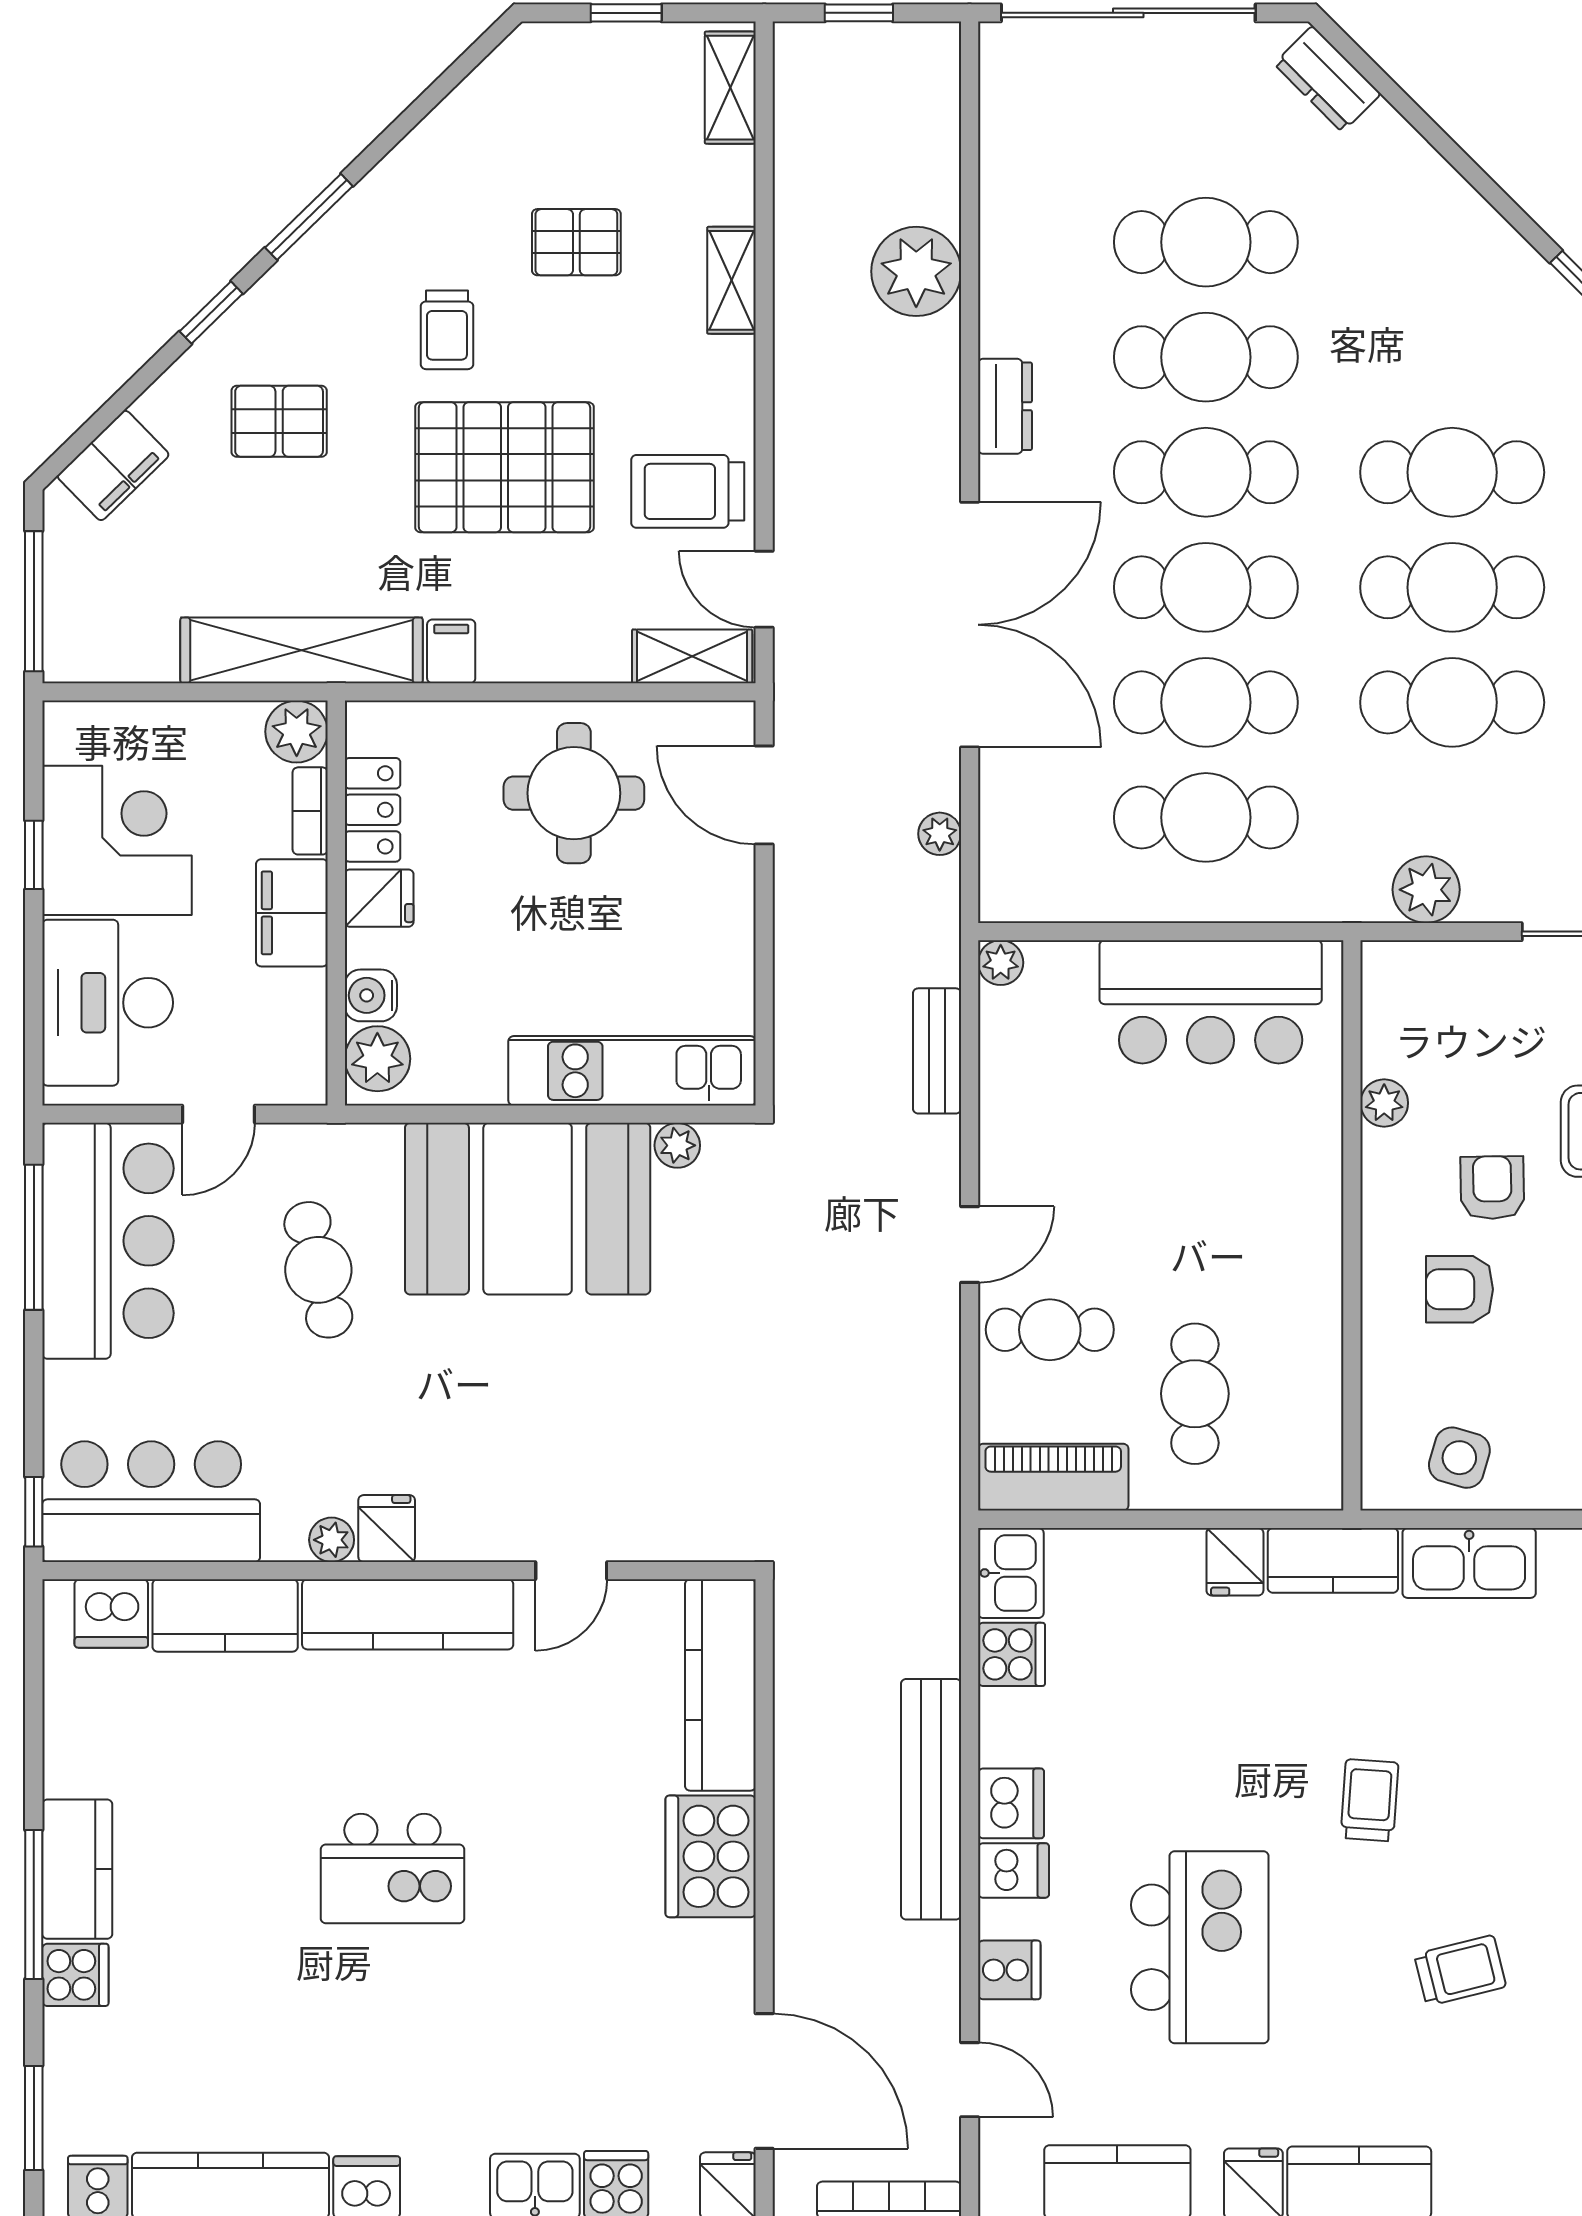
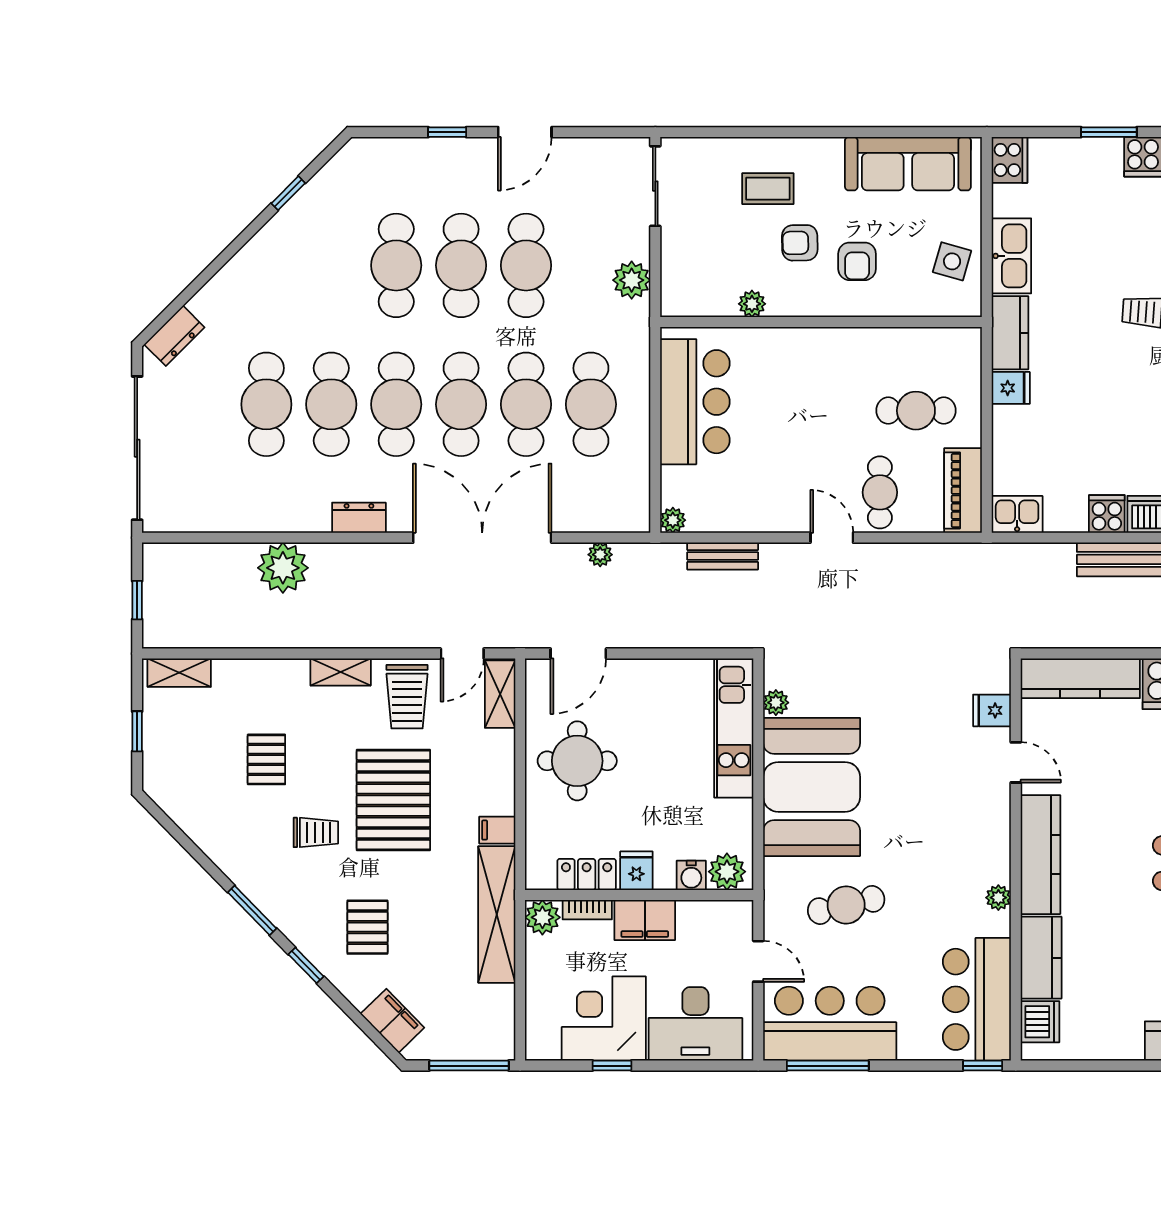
shelving: (731, 280) -> (341, 672), moved
fridge: (387, 1529) -> (992, 710), moved
cooker: (1012, 1654) -> (1107, 514), moved

